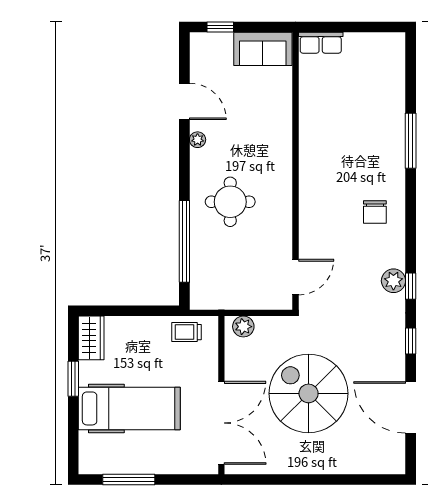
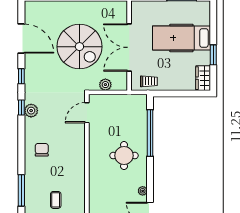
coffee table: (350, 124) -> (56, 200), added
plant: (243, 327) -> (105, 85), moved
double door: (221, 423) -> (129, 47), moved

